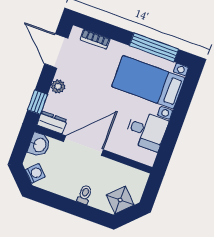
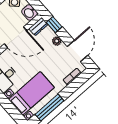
door: (56, 51) -> (77, 51), hinge flipped
door: (83, 146) -> (15, 37), hinge flipped

